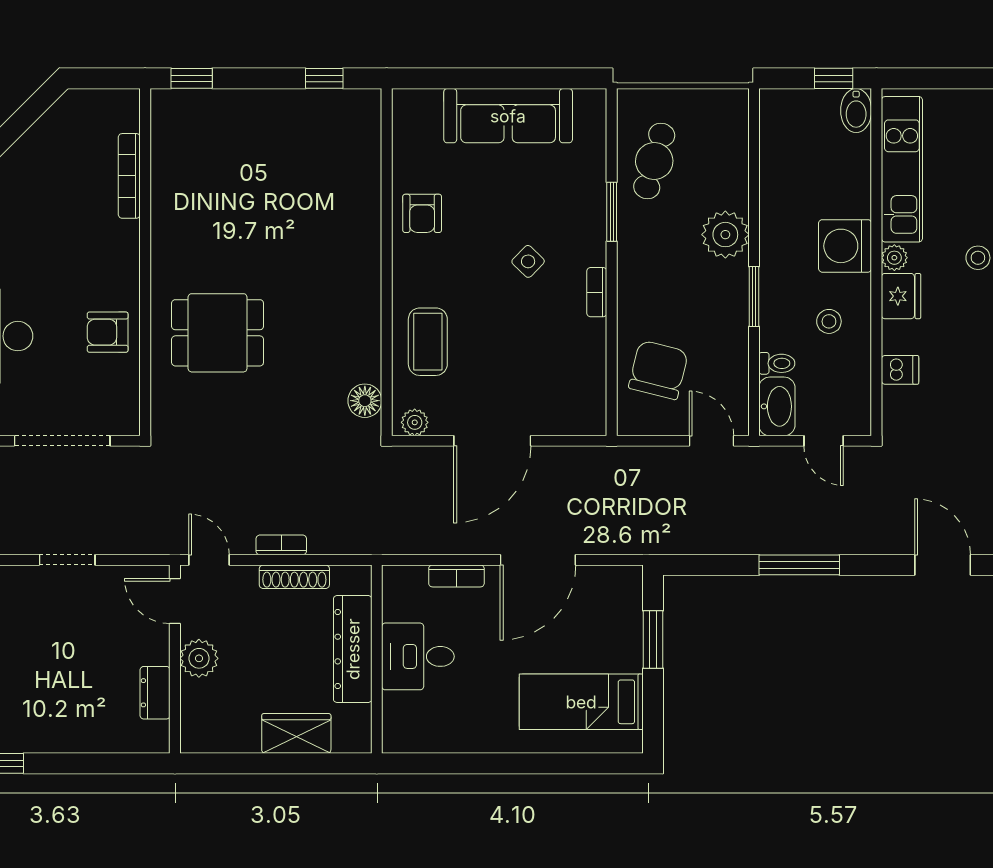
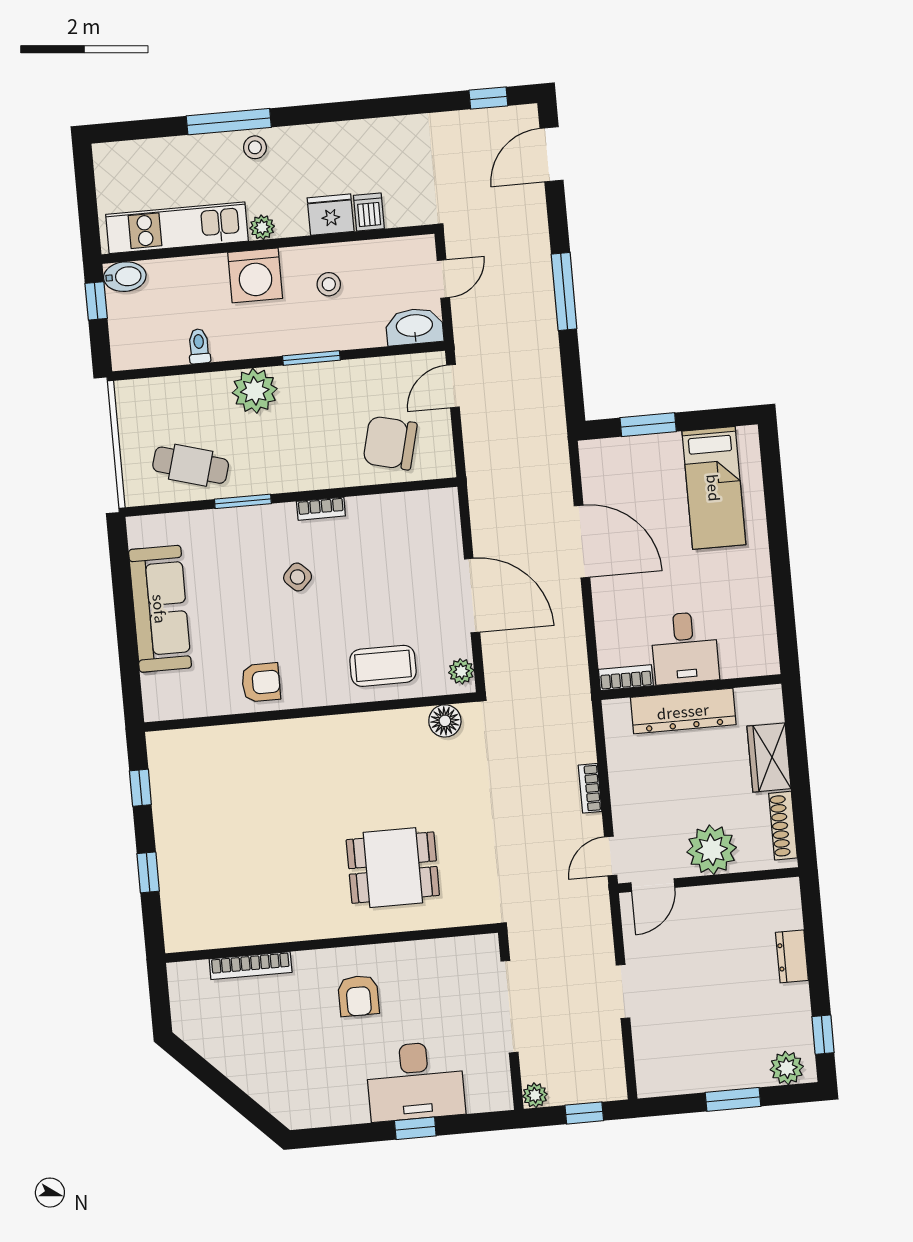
window: (192, 78) -> (148, 872), moved
fridge: (901, 296) -> (331, 215), moved
armchair: (108, 332) -> (358, 996), moved
dining table: (218, 333) -> (393, 868), turned 90
toilet: (777, 363) -> (199, 346), moved
bookcase: (456, 576) -> (626, 678), moved, turned -90
shoe rack: (294, 577) -> (783, 826), moved, turned 180
plant: (199, 658) -> (712, 850), width x1.36, depth x1.36
dresser: (155, 693) -> (792, 956), moved, turned 90

